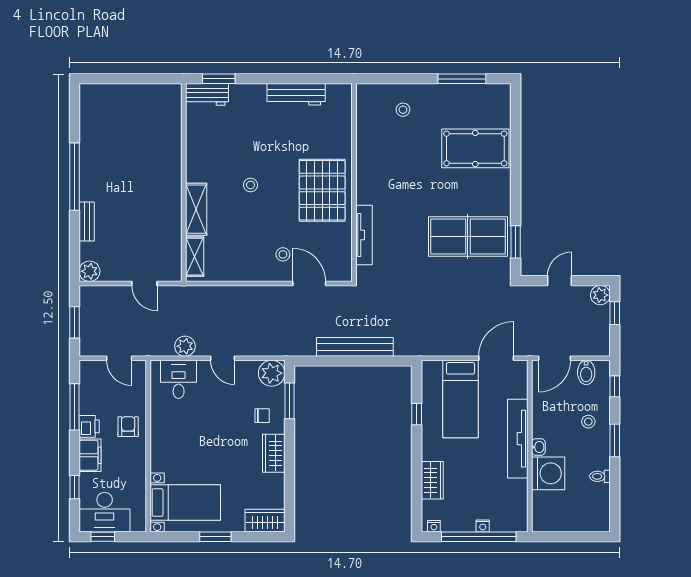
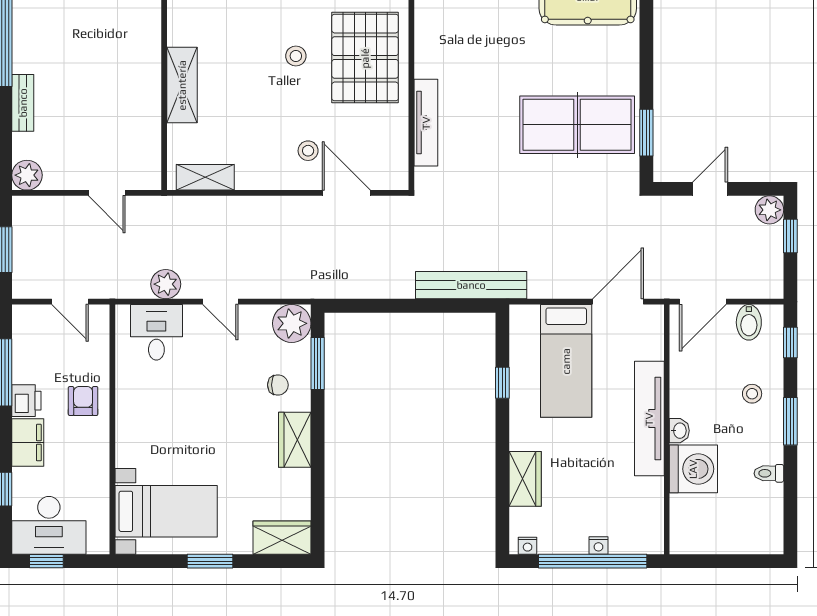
stool: (251, 185) -> (296, 56), moved
shelving: (195, 257) -> (205, 177), moved, turned 90
bench: (355, 347) -> (471, 285), moved

